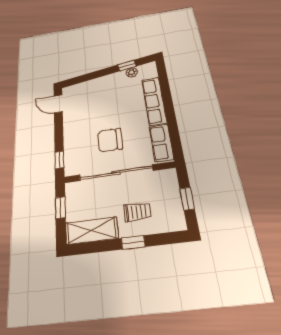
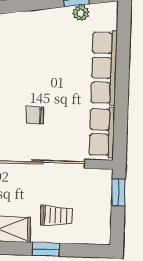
chair: (110, 140) -> (35, 115), width x0.54, depth x0.54
window: (187, 199) -> (118, 192), moved

